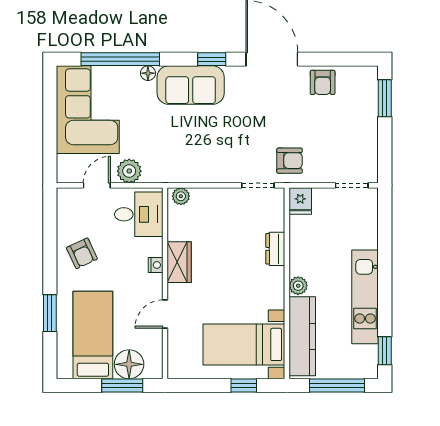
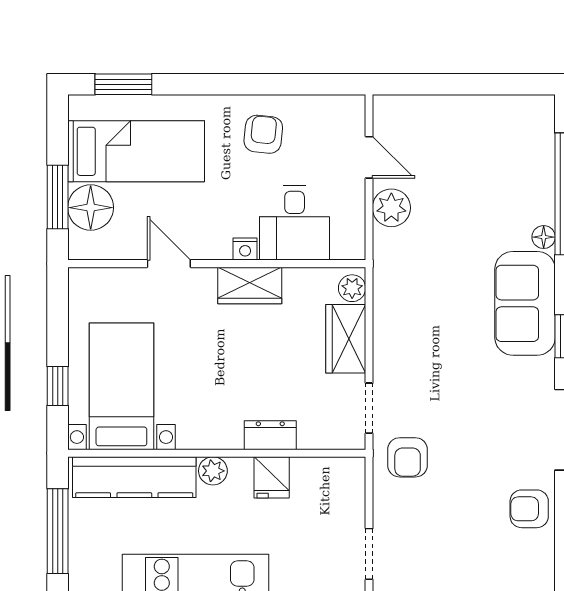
corner sofa: (88, 110) -> (487, 143), removed
wardrobe: (213, 200) -> (346, 339), added
fridge: (300, 201) -> (272, 477), moved, turned -90
desk: (139, 214) -> (295, 223), moved
armchair: (82, 253) -> (263, 134), turned 121
window: (50, 313) -> (123, 84), moved

